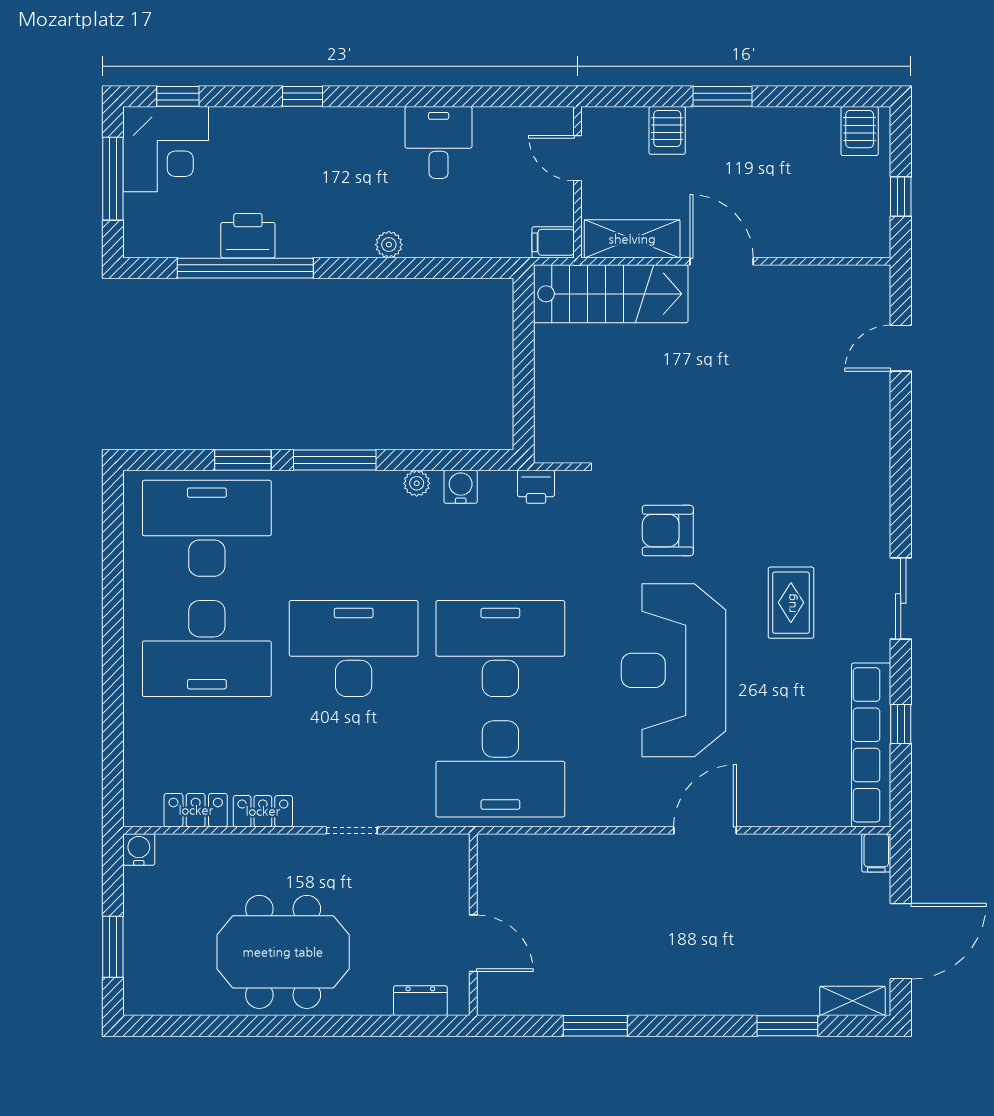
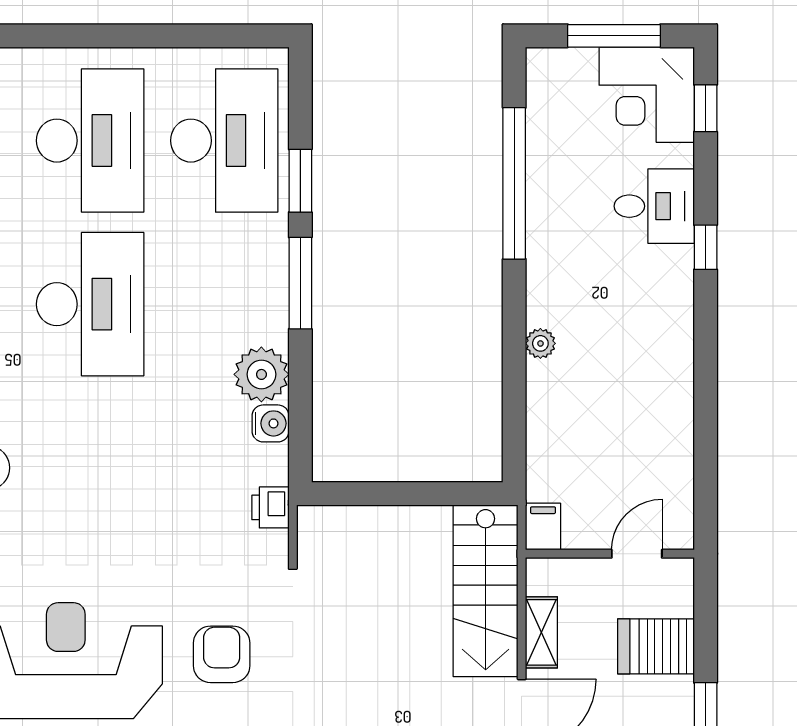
server rack: (667, 130) -> (656, 646), width x1.36, depth x1.44
desk: (439, 142) -> (654, 206), moved
printer: (248, 236) -> (550, 186), removed
shelving: (632, 239) -> (541, 632), width x0.67, depth x0.75
plant: (417, 483) -> (261, 374), width x1.87, depth x1.87
desk: (207, 649) -> (90, 141), turned 180
desk: (500, 649) -> (90, 468), removed

